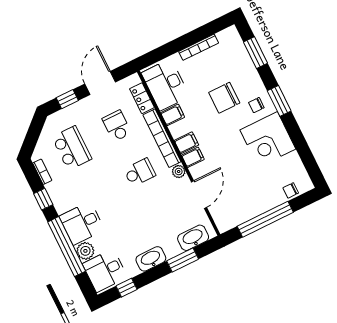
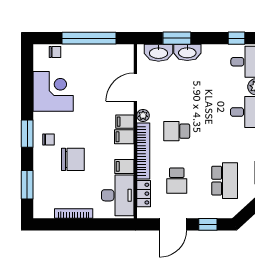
corner desk: (268, 140) -> (53, 91), moved
school desk: (72, 148) -> (225, 181), turned 180
washbasin: (151, 259) -> (187, 52), moved

